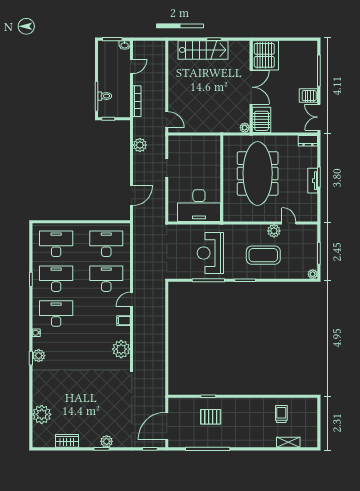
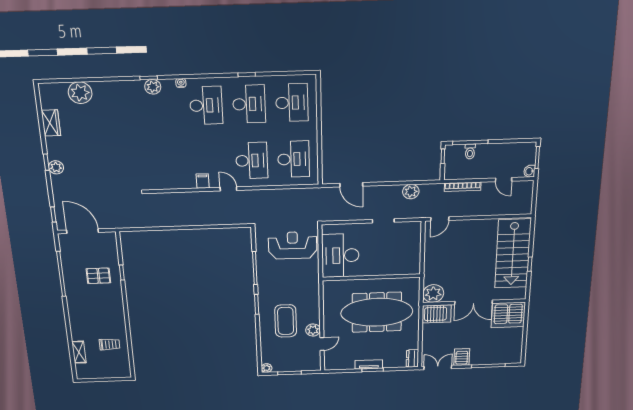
stairs: (203, 50) -> (513, 254), width x1.36, depth x1.51
plant: (245, 128) -> (433, 294), width x1.87, depth x1.87
reception desk: (210, 253) -> (293, 245), moved
plant: (121, 349) -> (168, 180), removed
pallet: (211, 417) -> (98, 276), turned 90

